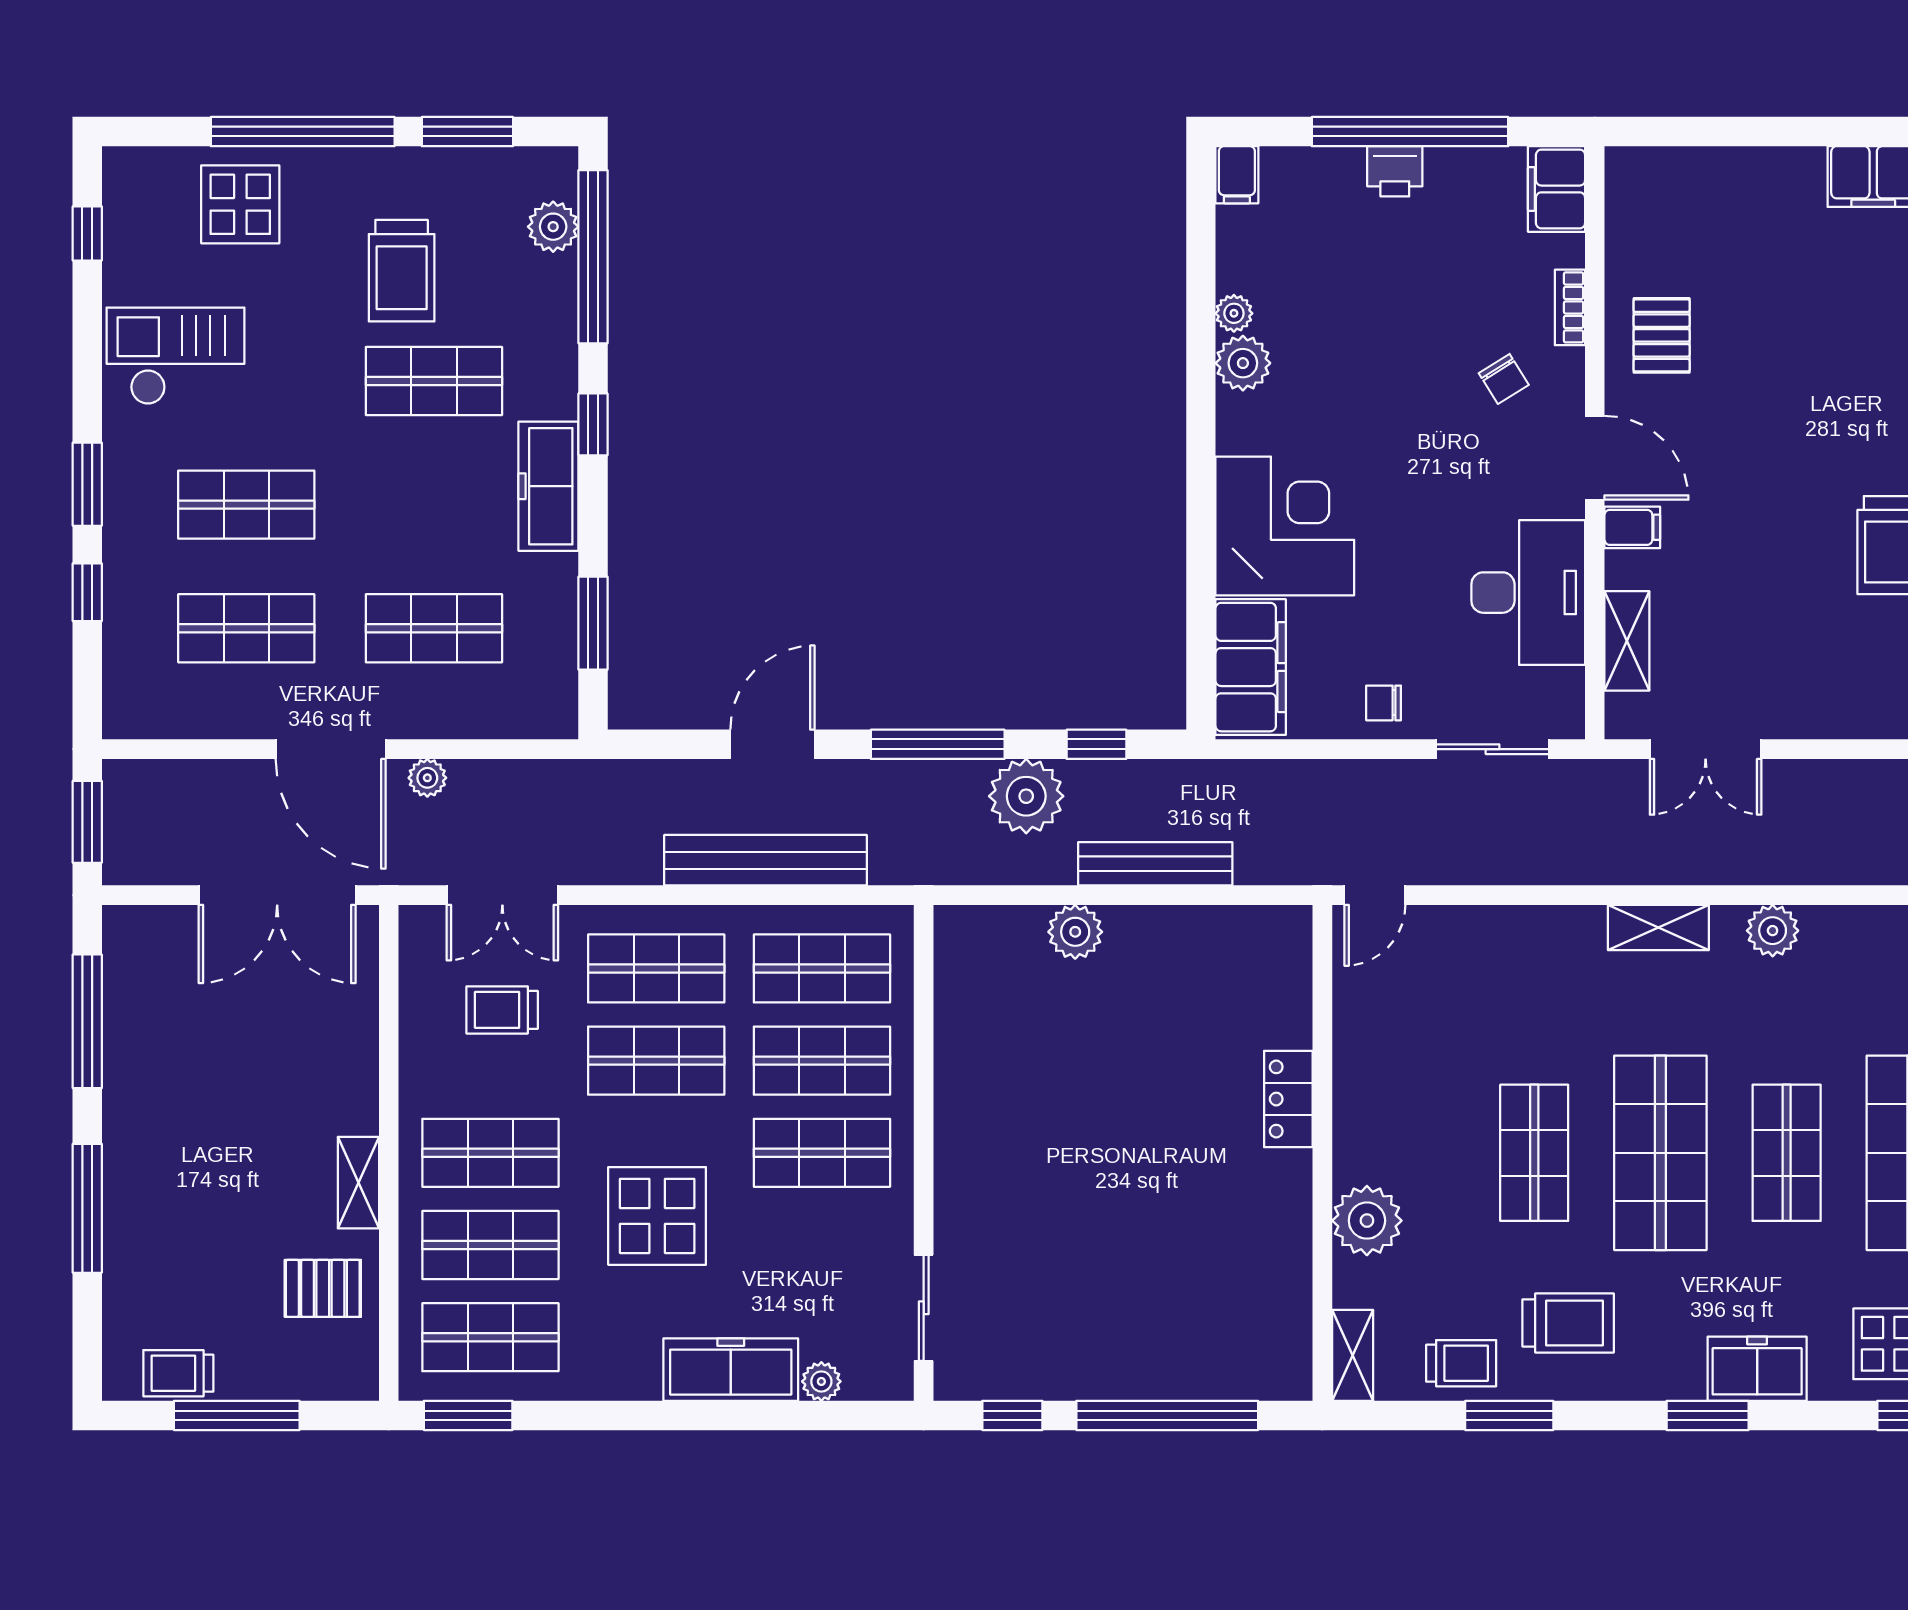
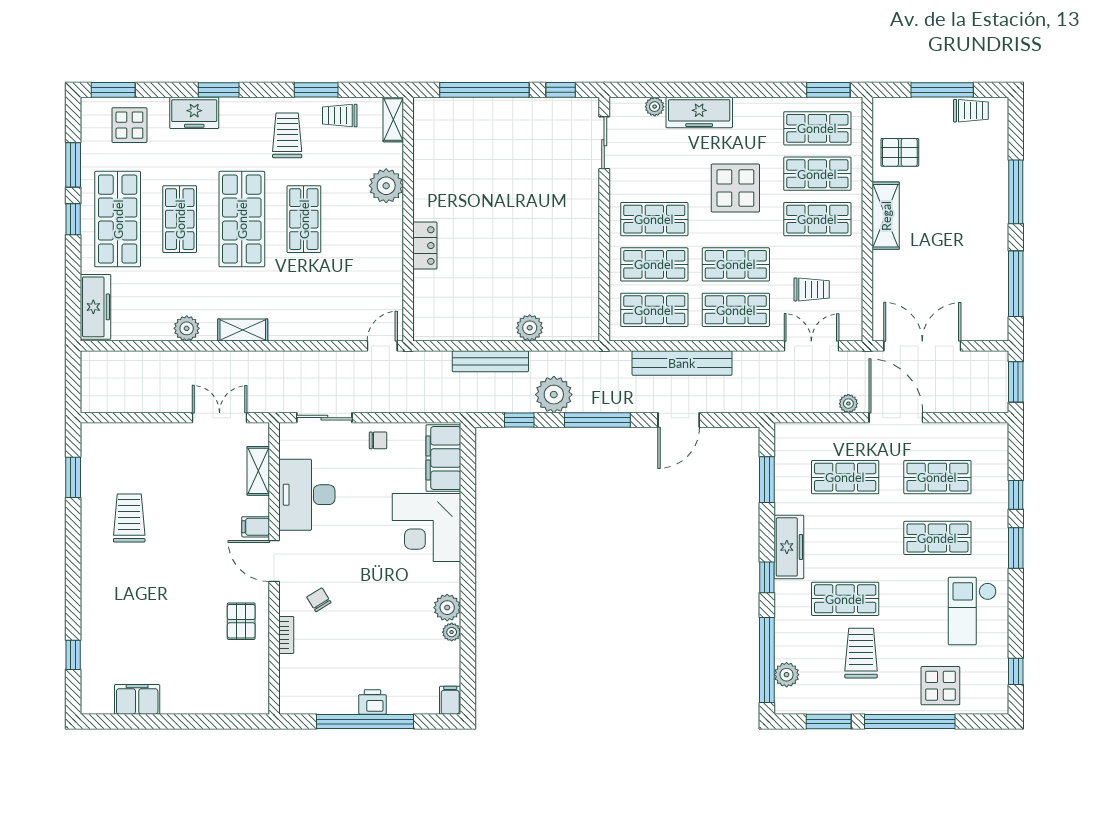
filing cabinet: (1557, 189) -> (293, 693), removed
checkout: (175, 356) -> (972, 611), turned 90
shelving: (358, 1183) -> (886, 216), width x1.50, depth x1.33
trolley: (1568, 1323) -> (287, 135), turned 90

